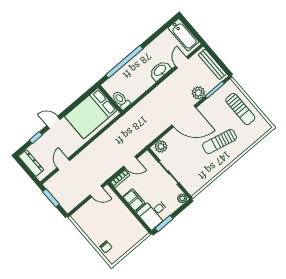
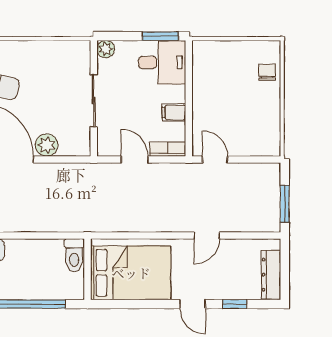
plant: (161, 146) -> (47, 145), moved
door: (63, 164) -> (207, 235), moved
filing cabinet: (134, 200) -> (174, 112), width x0.50

